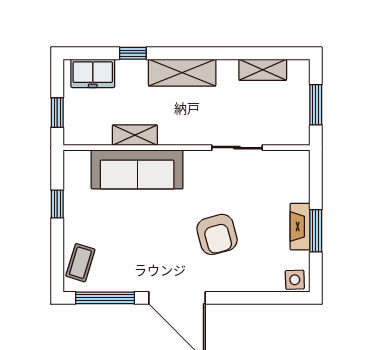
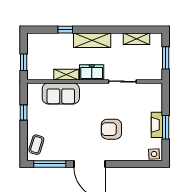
freezer: (93, 73) -> (92, 72), moved, turned 180
sofa: (137, 169) -> (61, 93), width x0.73
armchair: (217, 234) -> (111, 129), turned 105

